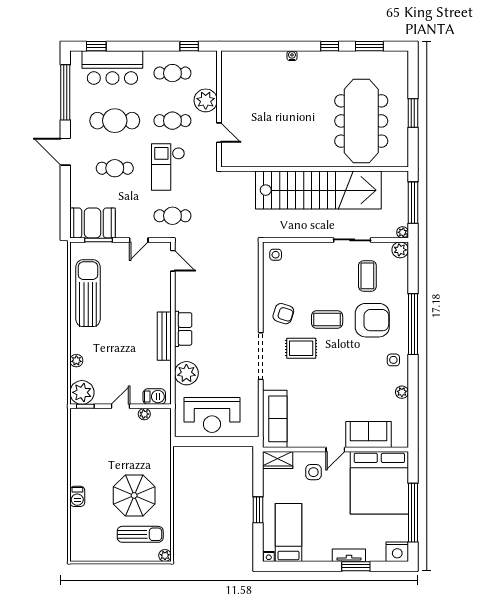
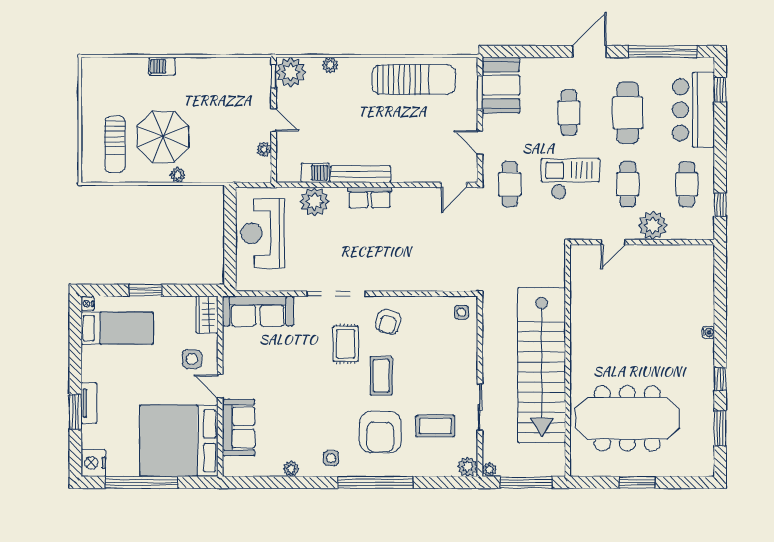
barbecue: (154, 397) -> (315, 173), moved, turned -90
plant: (165, 556) -> (178, 175), moved

